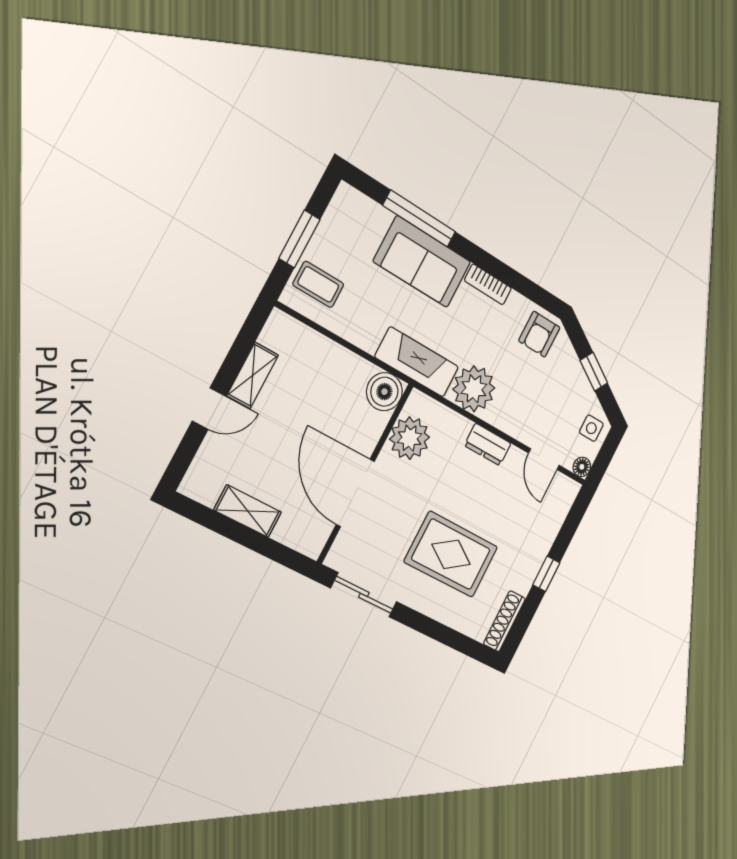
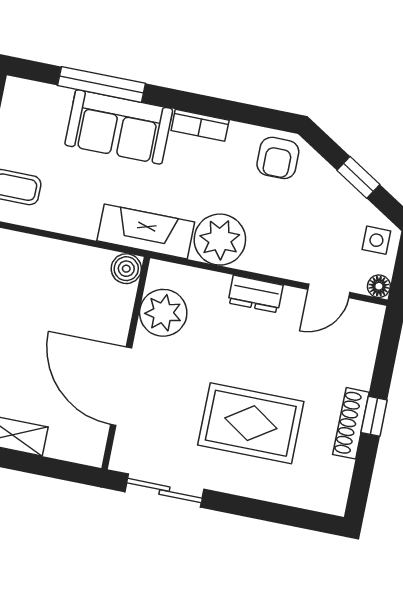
boiler: (384, 392) -> (126, 269), width x0.73, depth x0.73
door: (544, 459) -> (329, 291), hinge flipped
shoe rack: (504, 621) -> (351, 423), moved

